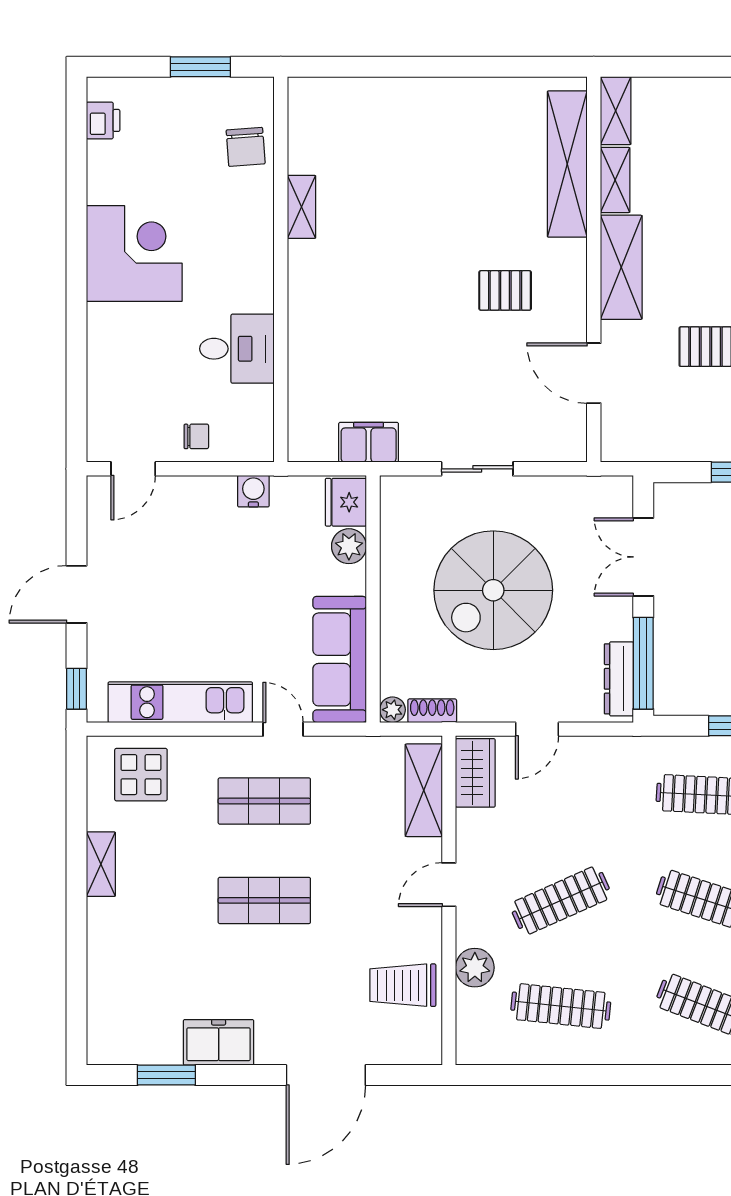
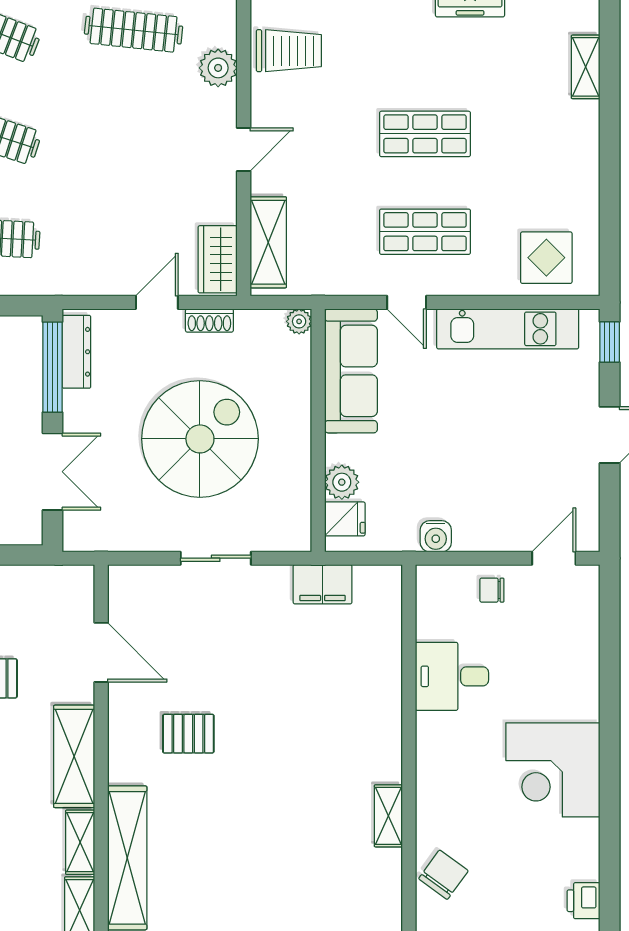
chair: (246, 147) -> (443, 875), turned 40
fridge: (346, 502) -> (345, 519), width x0.72
shoe rack: (432, 711) -> (209, 320), moved
shelving: (101, 864) -> (586, 67), moved
clothes rail: (561, 900) -> (134, 134), removed

